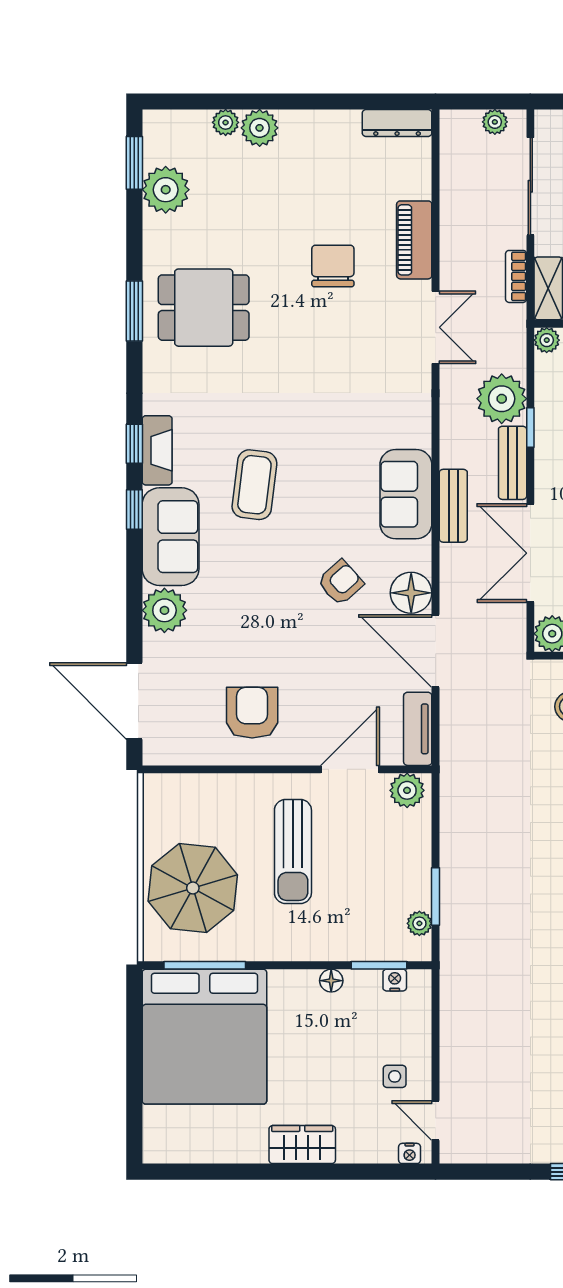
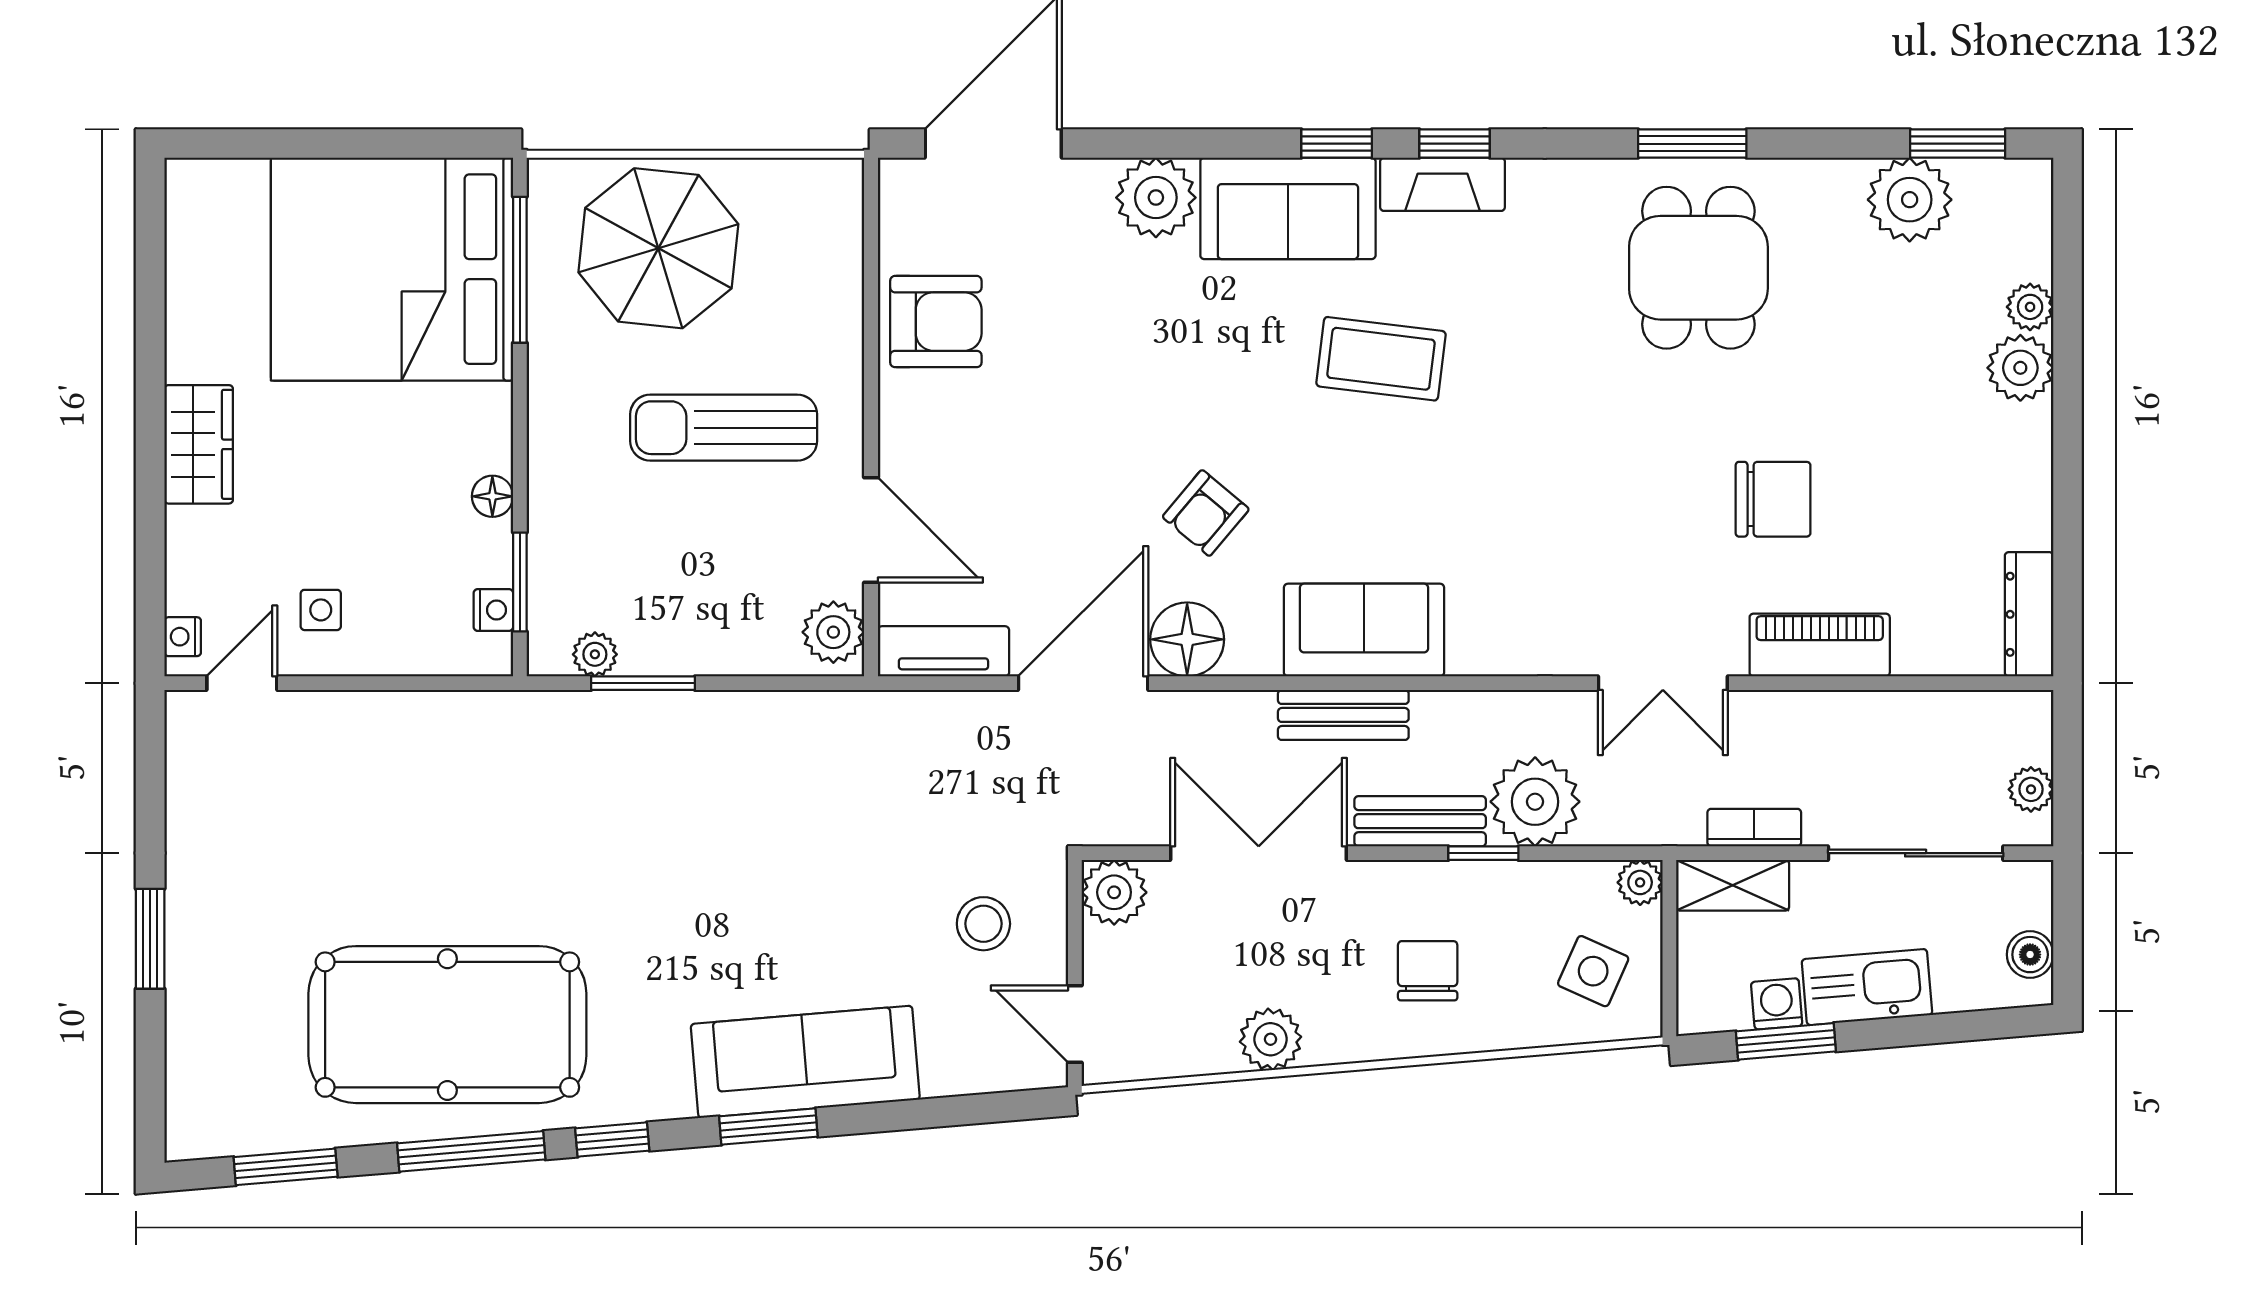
armchair: (341, 583) -> (1206, 513), turned 82
armchair: (252, 713) -> (936, 322), moved

